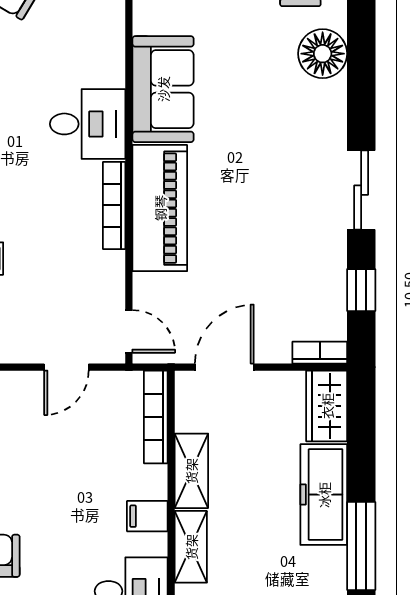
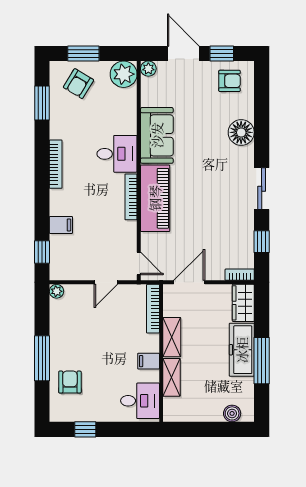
floor lamp: (323, 54) -> (241, 132), moved
window: (361, 546) -> (262, 361), moved

